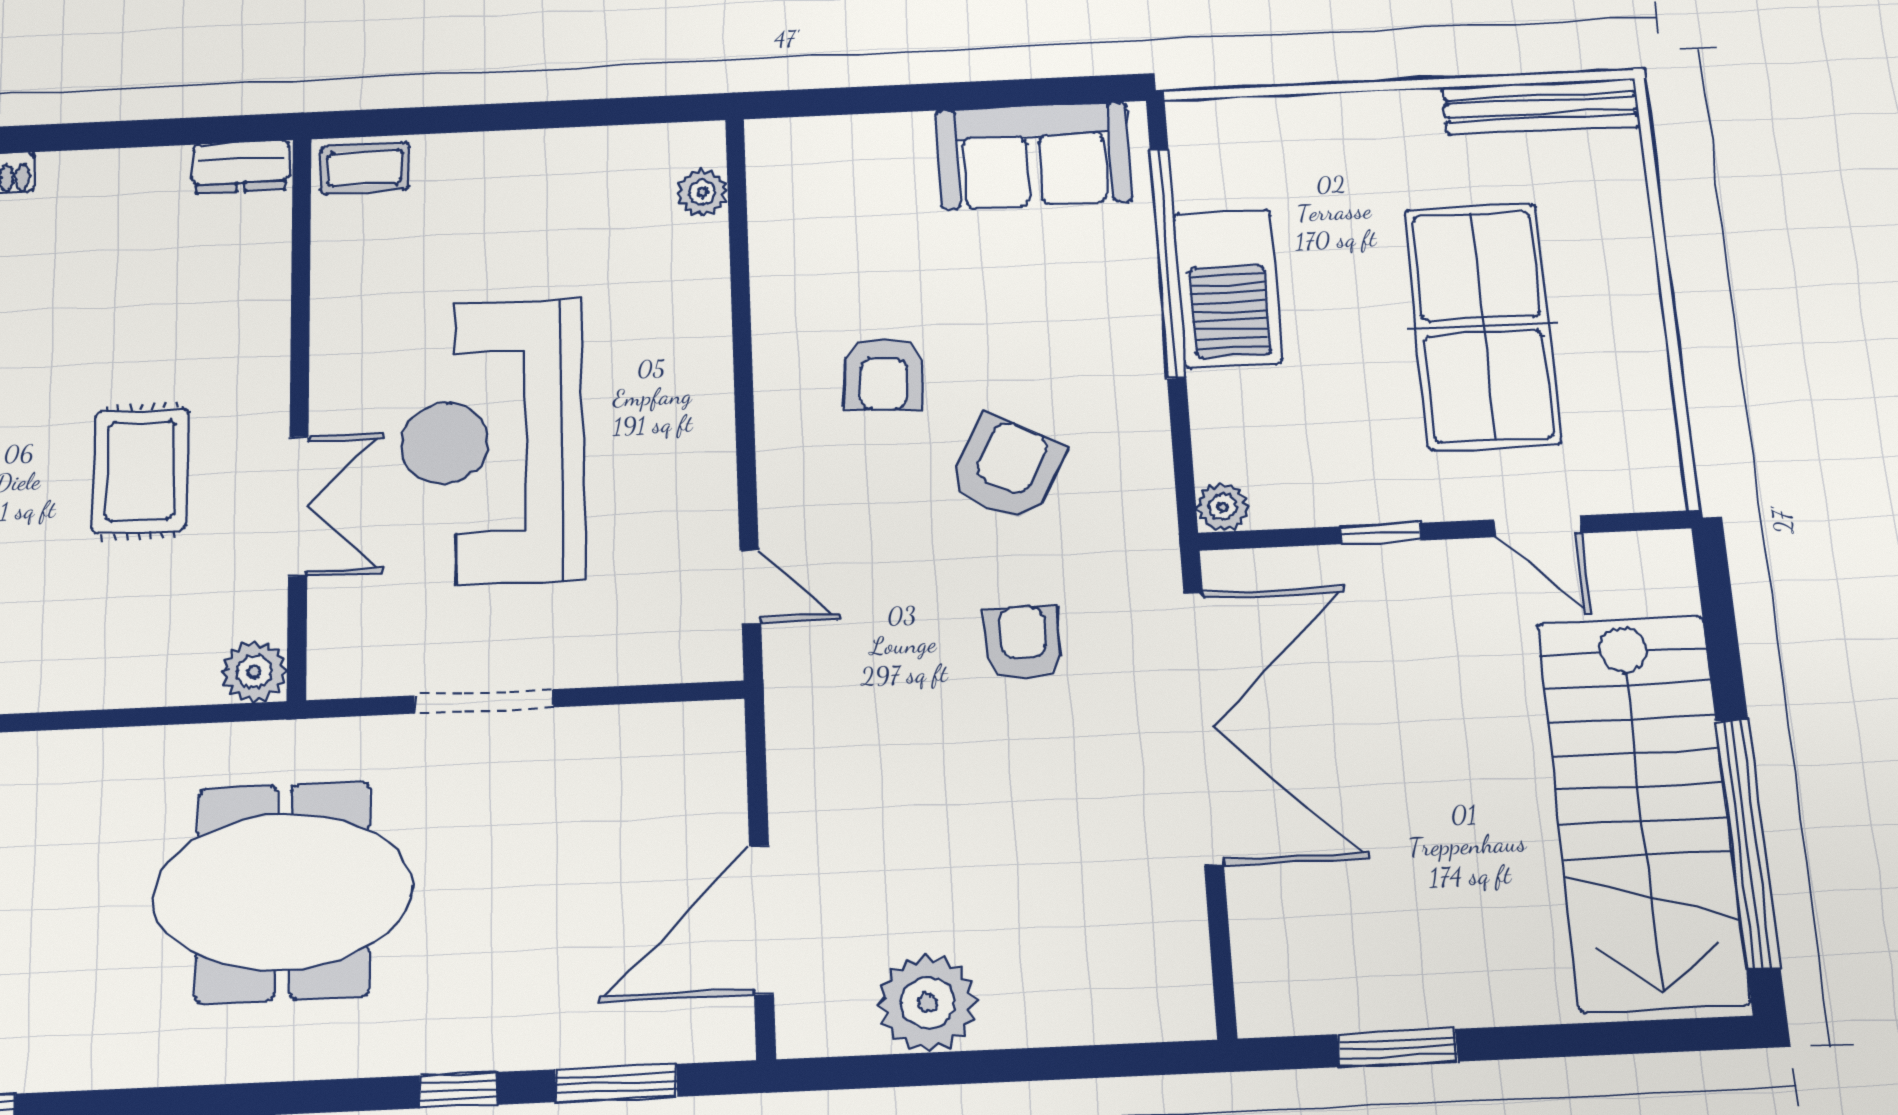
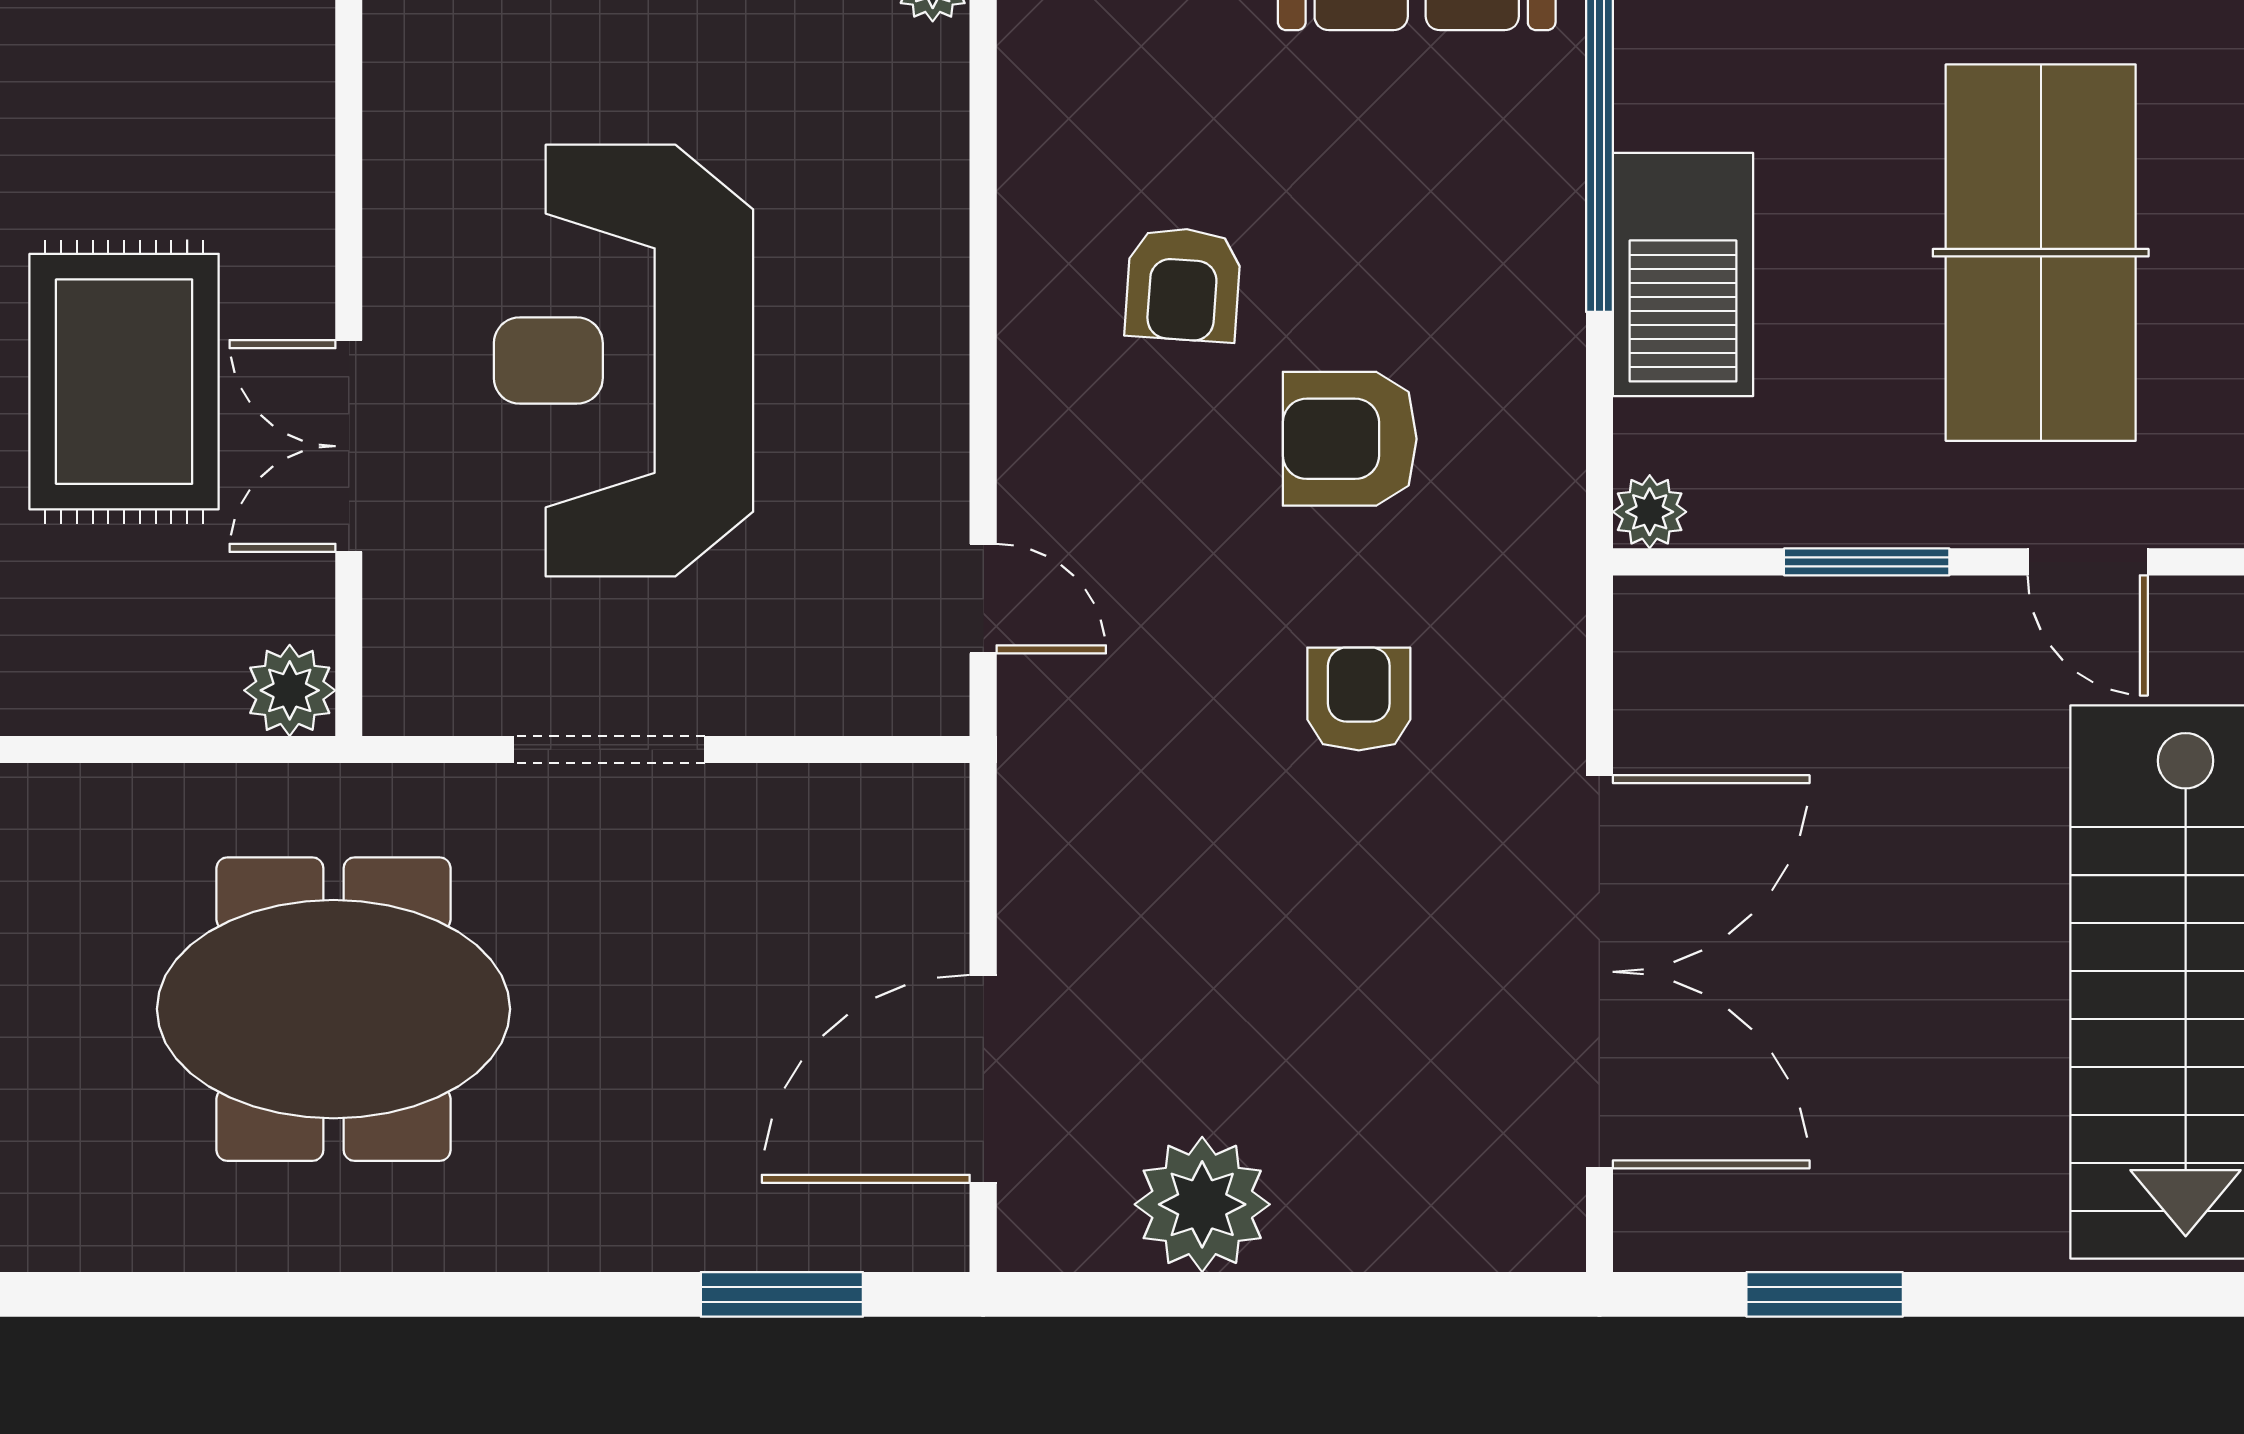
barbecue: (1228, 288) -> (1683, 275), moved
armchair: (1006, 469) -> (1350, 439), turned -118
rug: (141, 471) -> (124, 382), width x1.36, depth x1.43
double door: (298, 506) -> (349, 446), swing flipped
window: (1380, 534) -> (1867, 562), width x1.50
double door: (1203, 728) -> (1599, 972), moved
window: (458, 1090) -> (571, 1294), removed

